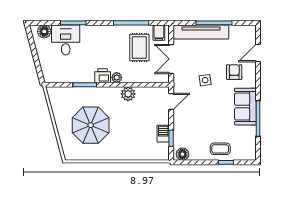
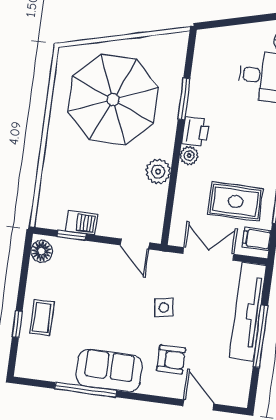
parasol: (91, 125) -> (113, 100), width x1.36, depth x1.36

